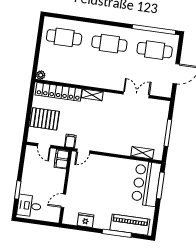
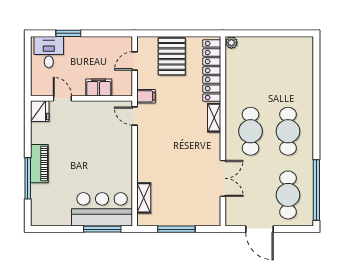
cafe table: (64, 37) -> (250, 131), moved
filing cabinet: (61, 159) -> (99, 88), moved
fridge: (86, 220) -> (40, 111), moved
piano: (130, 225) -> (39, 164), moved, width x0.73, depth x0.75

